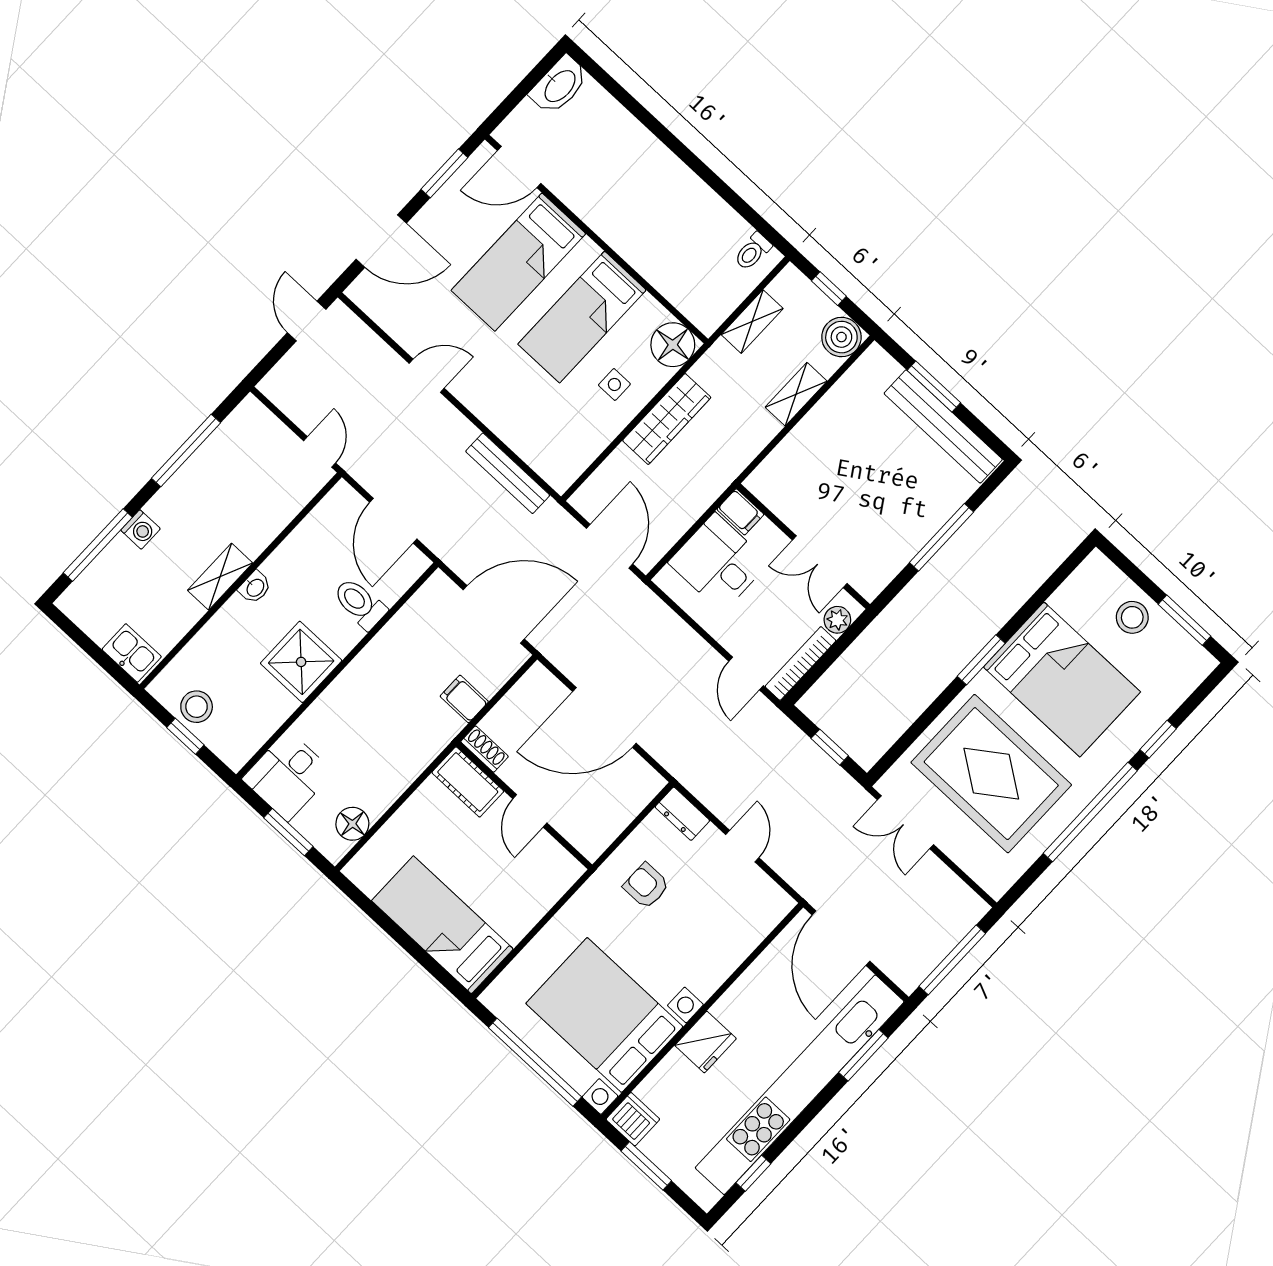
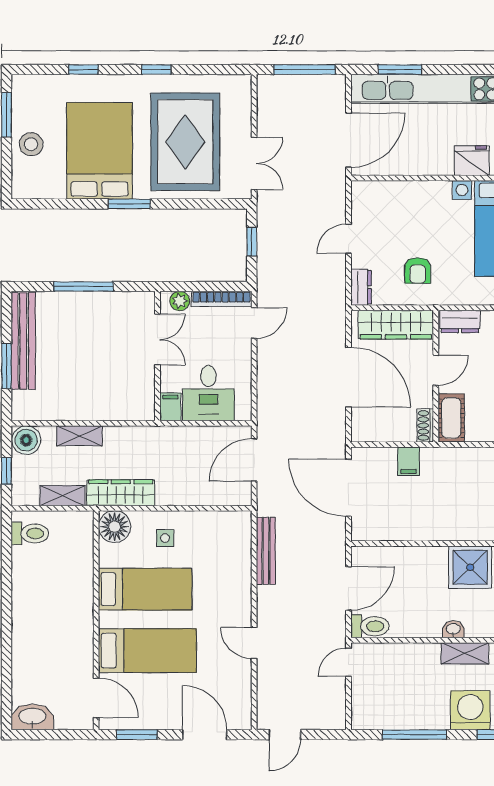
toilet: (753, 251) -> (30, 533), width x1.37, depth x1.39
wardrobe: (667, 419) -> (121, 493), moved
washing machine: (141, 529) -> (470, 710), width x1.89, depth x1.89
toilet: (360, 604) -> (370, 626), moved, turned -90
window: (1090, 812) -> (156, 70), width x0.32
wardrobe: (613, 814) -> (396, 325), added
dresser: (556, 881) -> (460, 321), added

